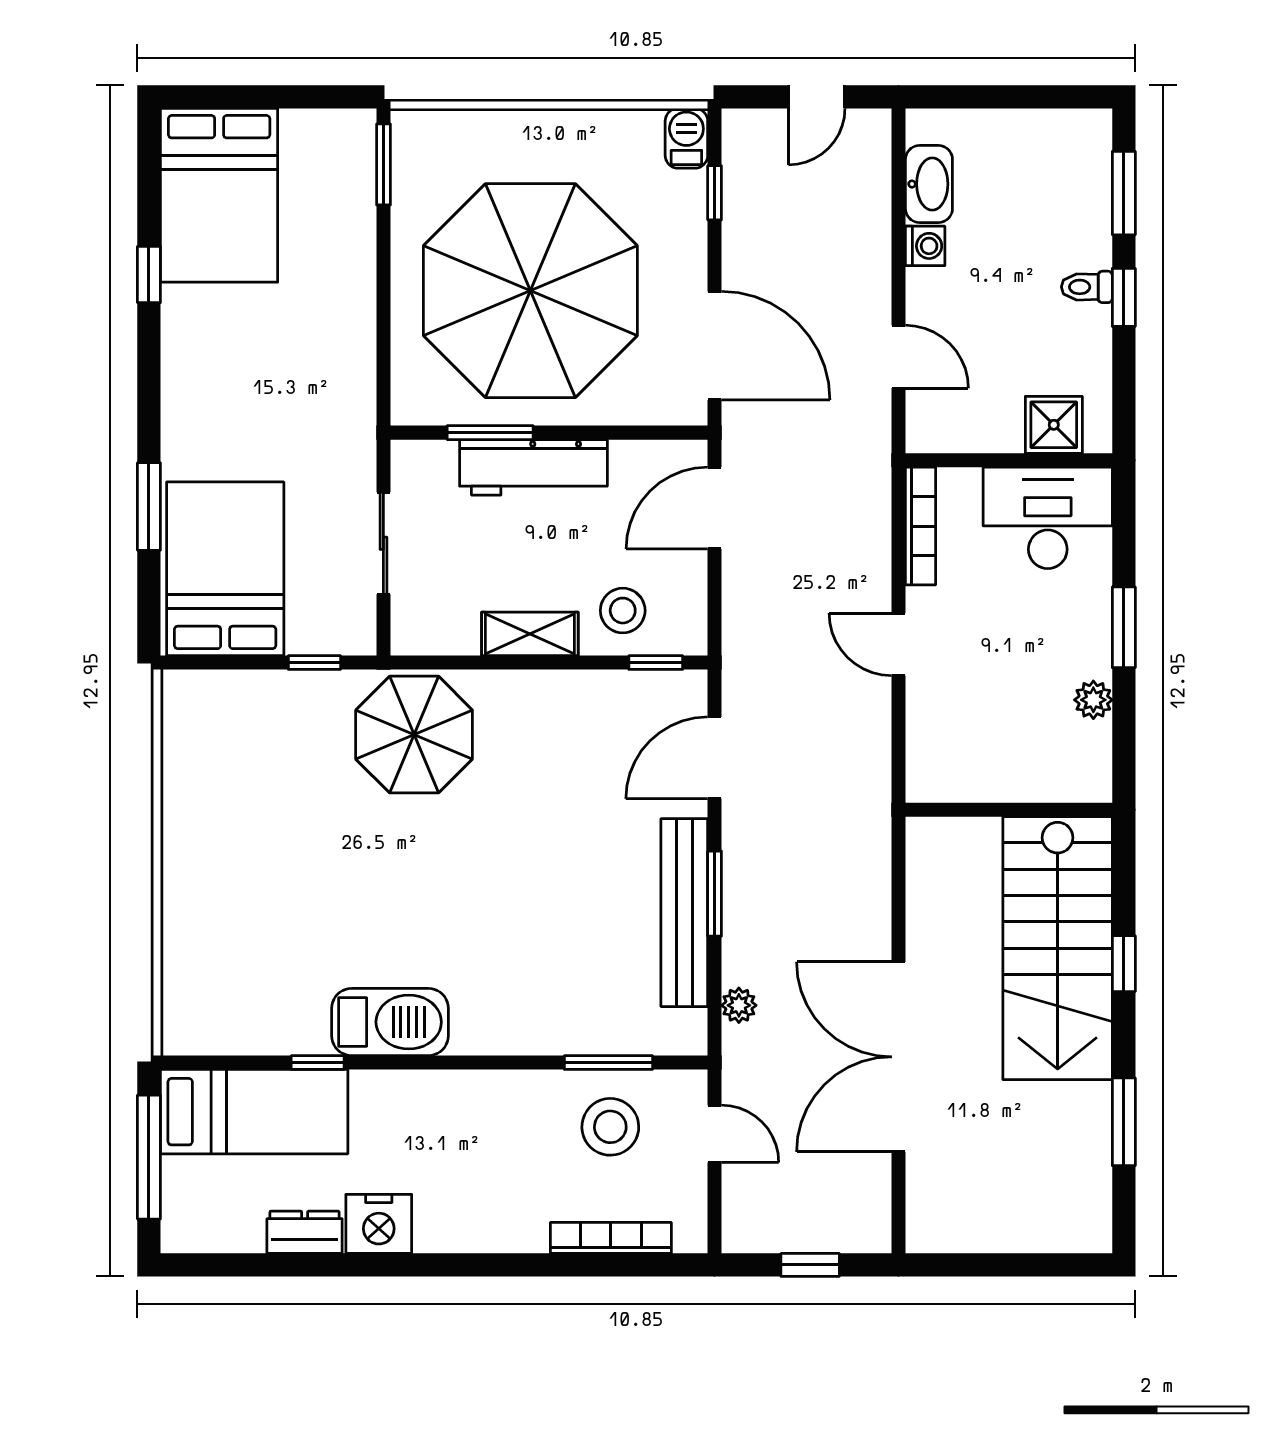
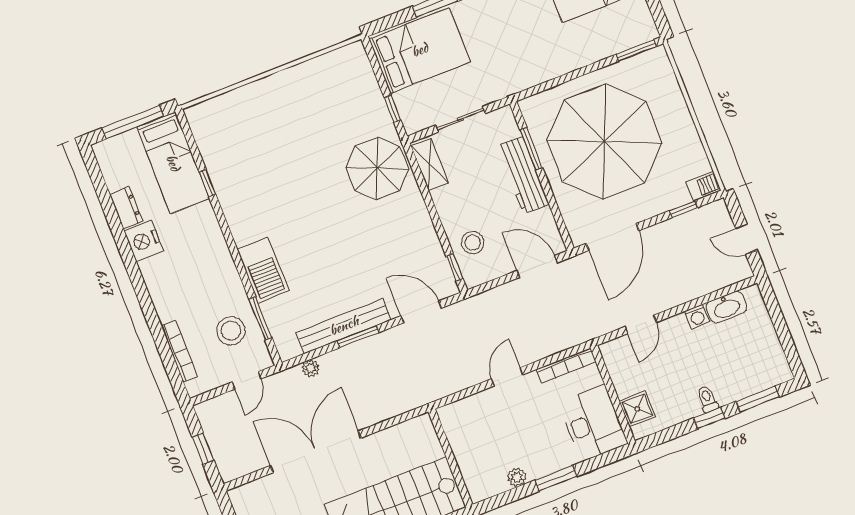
shelving: (530, 634) -> (430, 164), moved
barbecue: (390, 1022) -> (263, 270), moved

